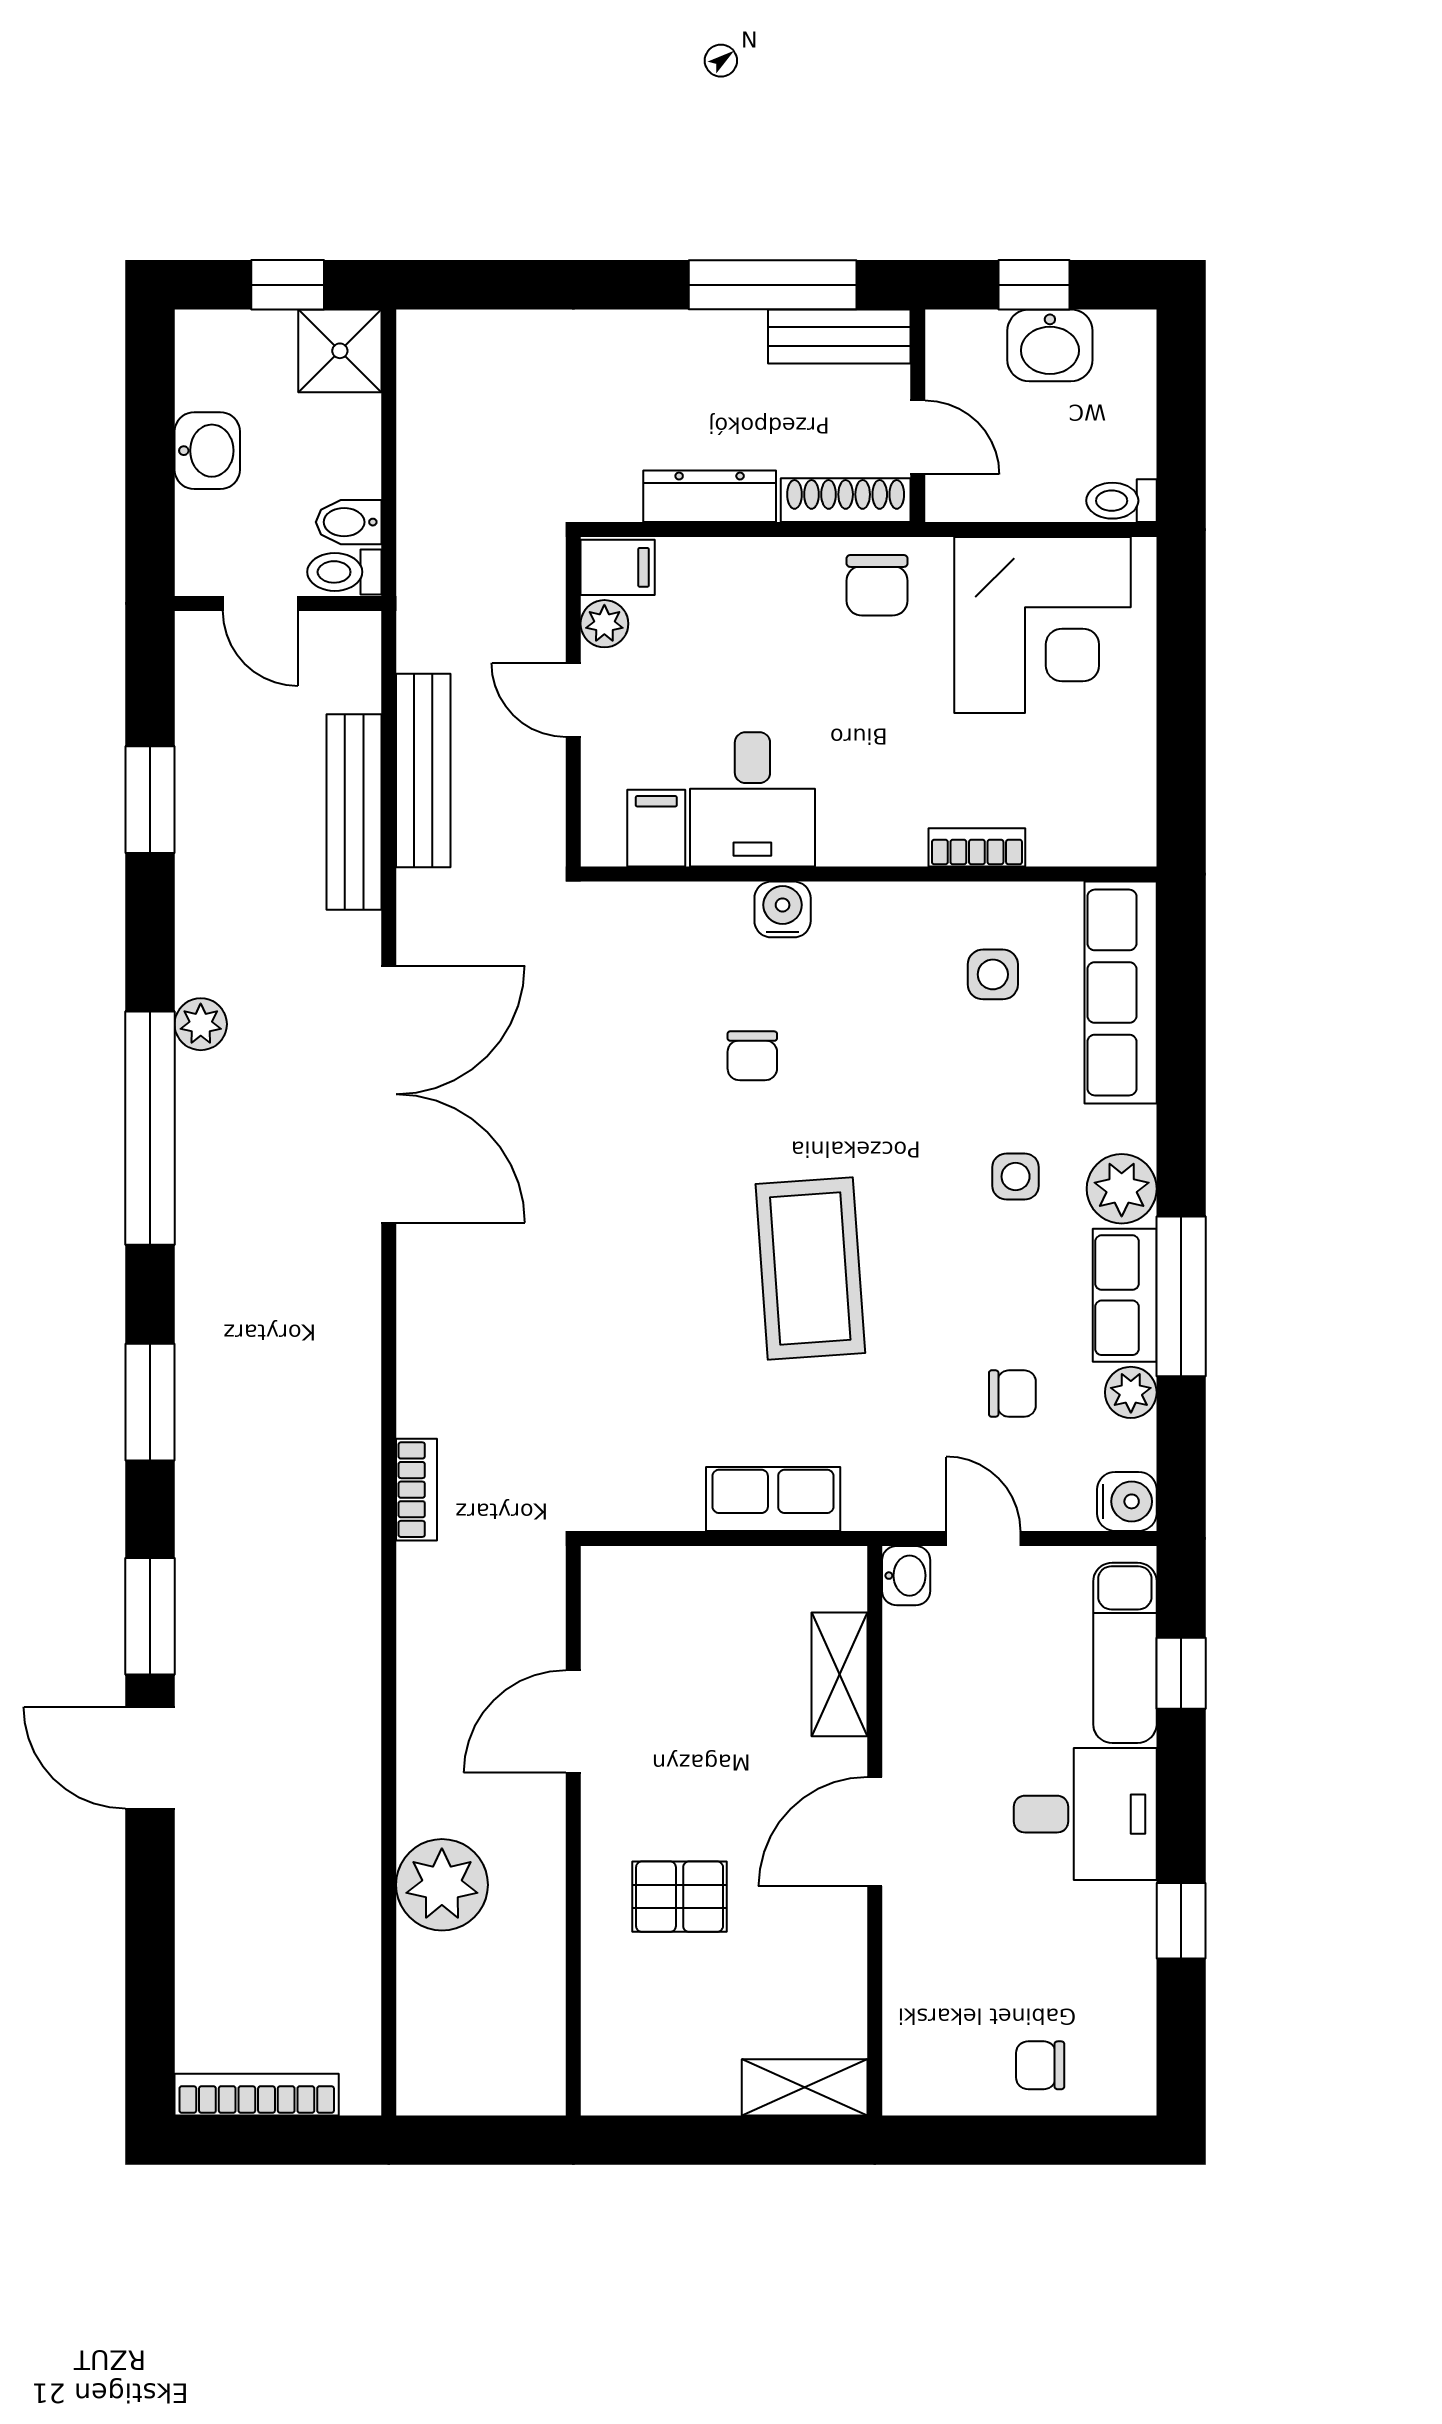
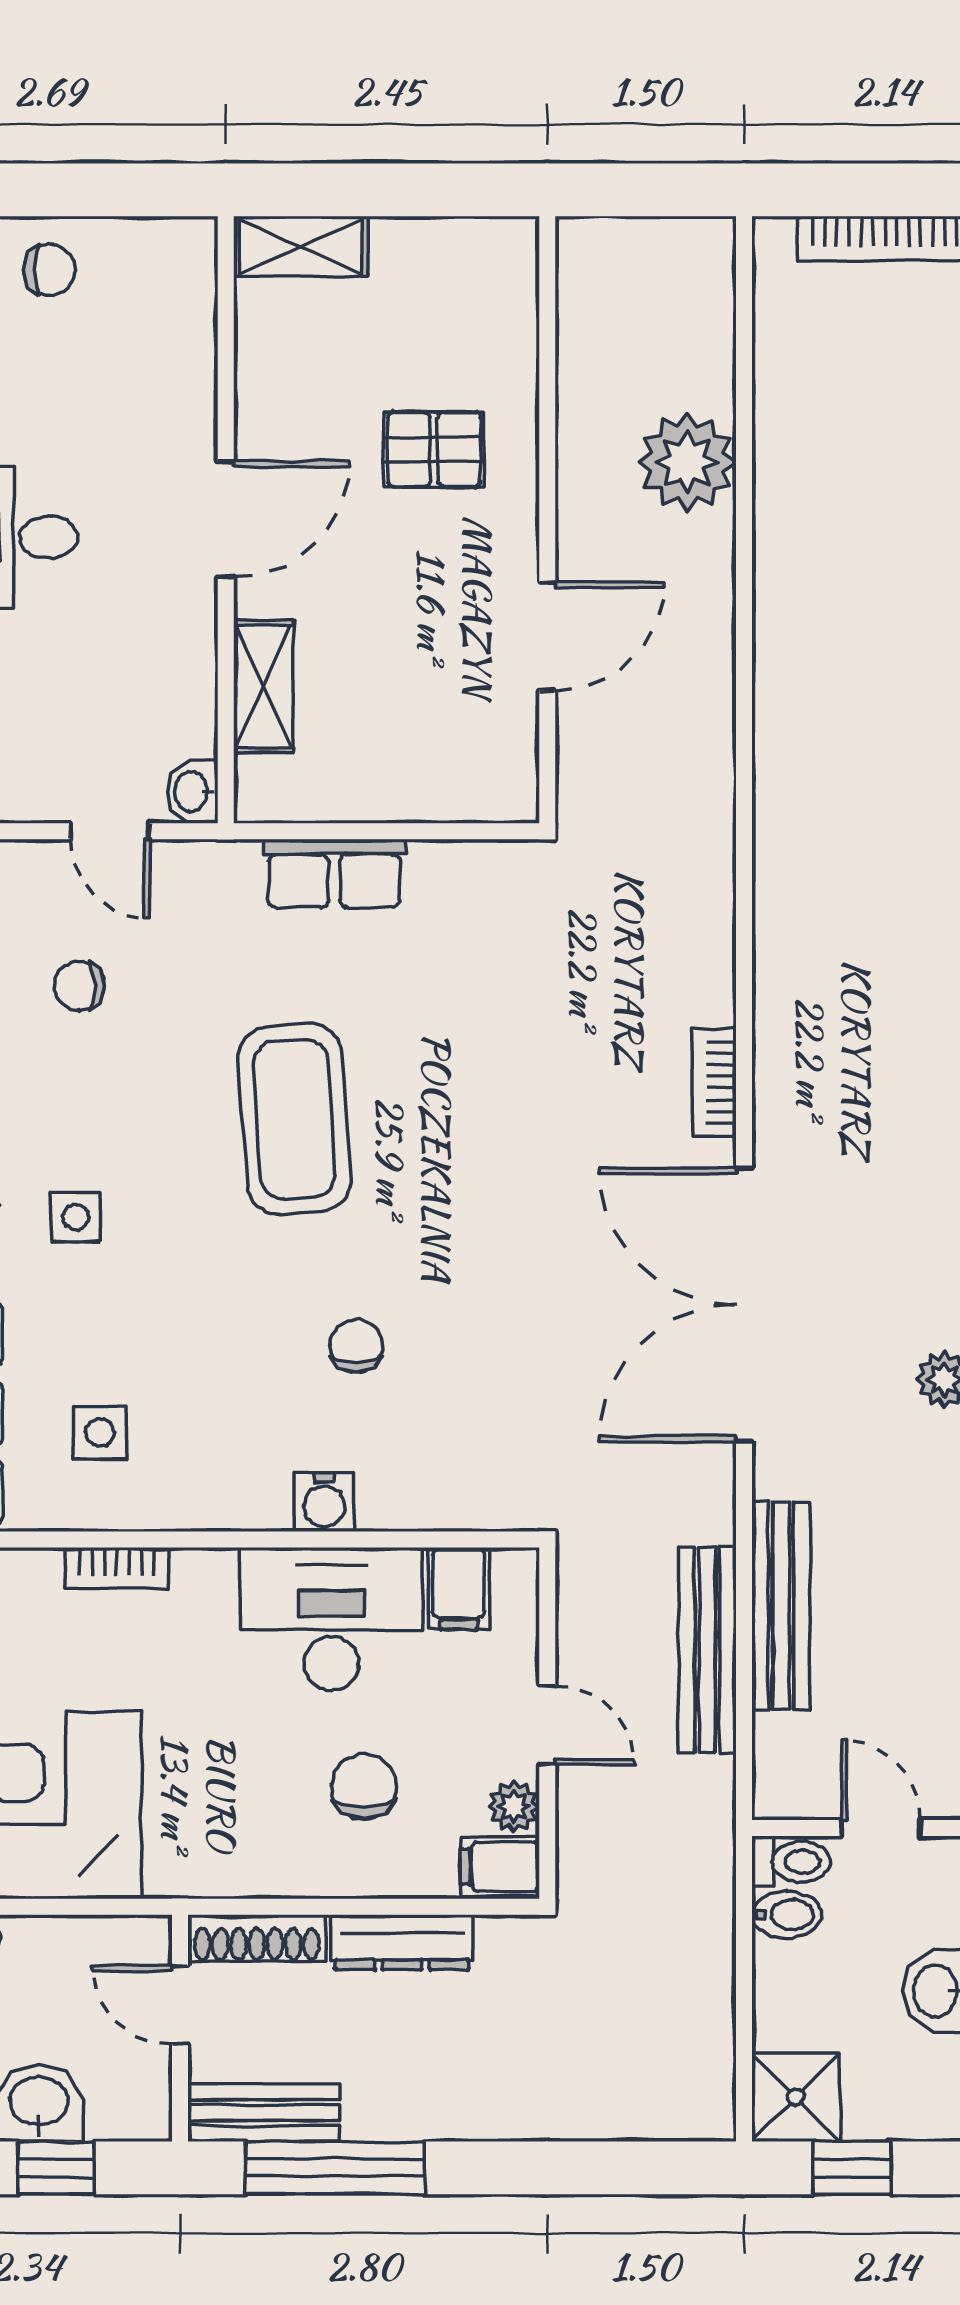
chair: (877, 585) -> (364, 1787), moved
desk: (752, 799) -> (331, 1619), width x1.37
bookcase: (417, 1490) -> (714, 1083), moved

